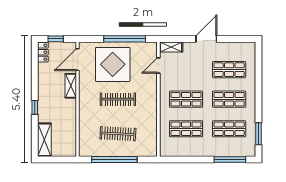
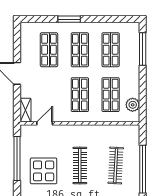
display table: (113, 64) -> (44, 171), width x0.73, depth x0.73
door: (158, 65) -> (45, 123), swing flipped
window: (259, 134) -> (69, 19), moved
plant: (176, 150) -> (133, 105), added

